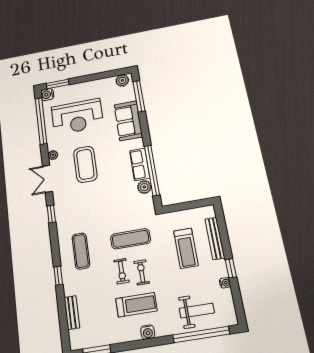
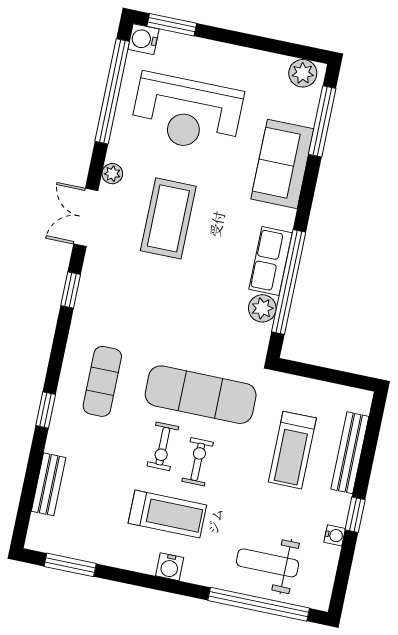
exercise mat: (131, 239) -> (201, 395), width x1.36, depth x1.45
weight bench: (197, 311) -> (267, 563), turned 180

